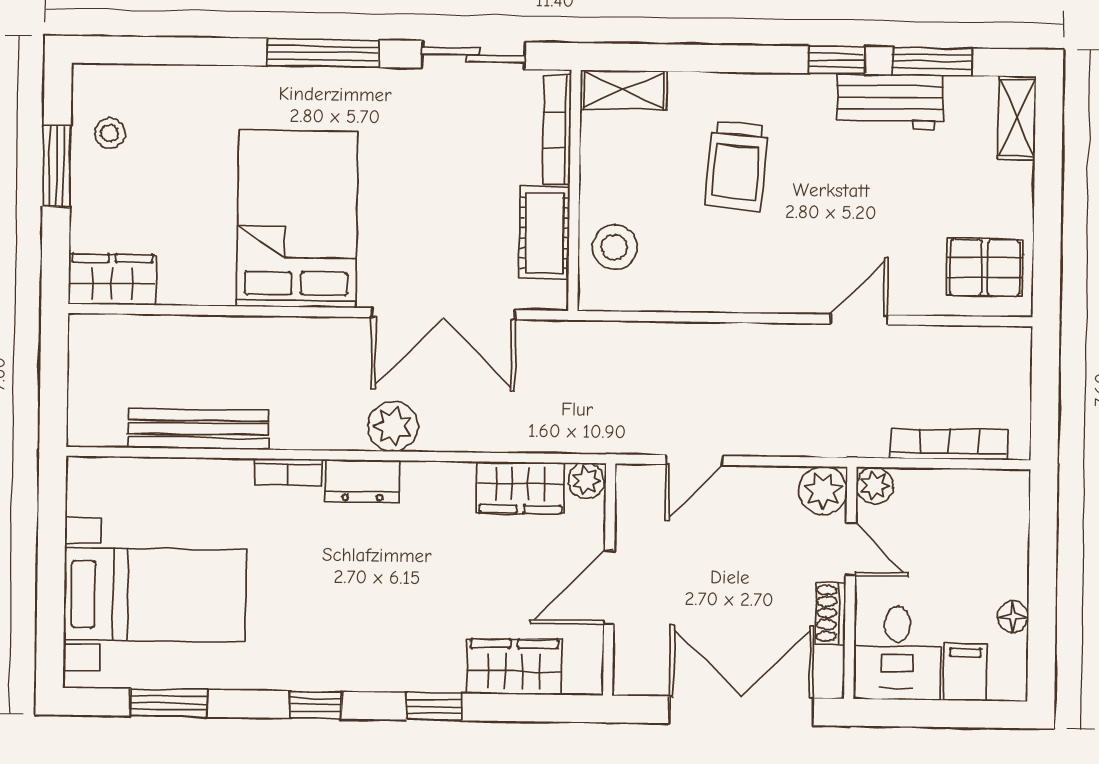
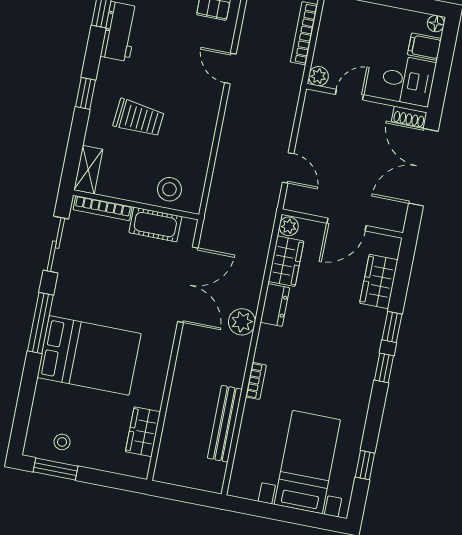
window: (837, 60) -> (85, 93), moved
window: (57, 166) -> (56, 469), moved
bed: (297, 219) -> (89, 355), moved, turned 180
wardrobe: (112, 279) -> (143, 432), moved
dresser: (363, 481) -> (275, 305), moved
plant: (823, 490) -> (316, 104), removed
door: (609, 588) -> (347, 224), hinge flipped
shoe rack: (830, 613) -> (409, 117), moved
floor lamp: (1013, 616) -> (436, 24), moved
window: (169, 703) -> (365, 465), width x0.67
window: (316, 705) -> (384, 368), moved

